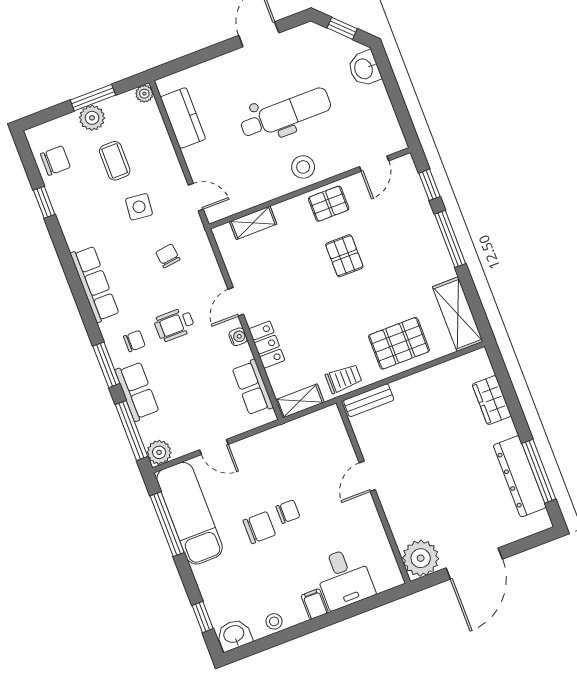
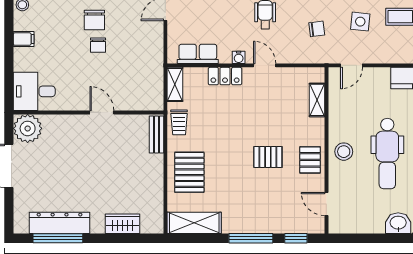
desk: (344, 578) -> (34, 91), moved

